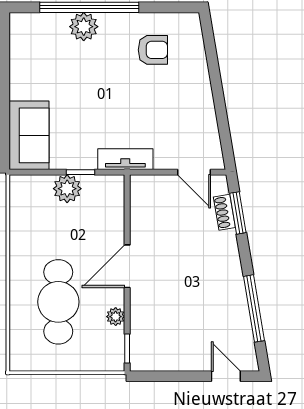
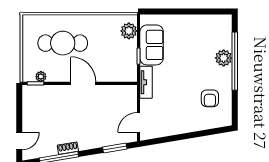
sofa: (29, 135) -> (152, 45), moved, turned -90
plant: (67, 189) -> (129, 31), moved
shoe rack: (224, 212) -> (68, 148), moved
plant: (116, 317) -> (41, 77), moved

